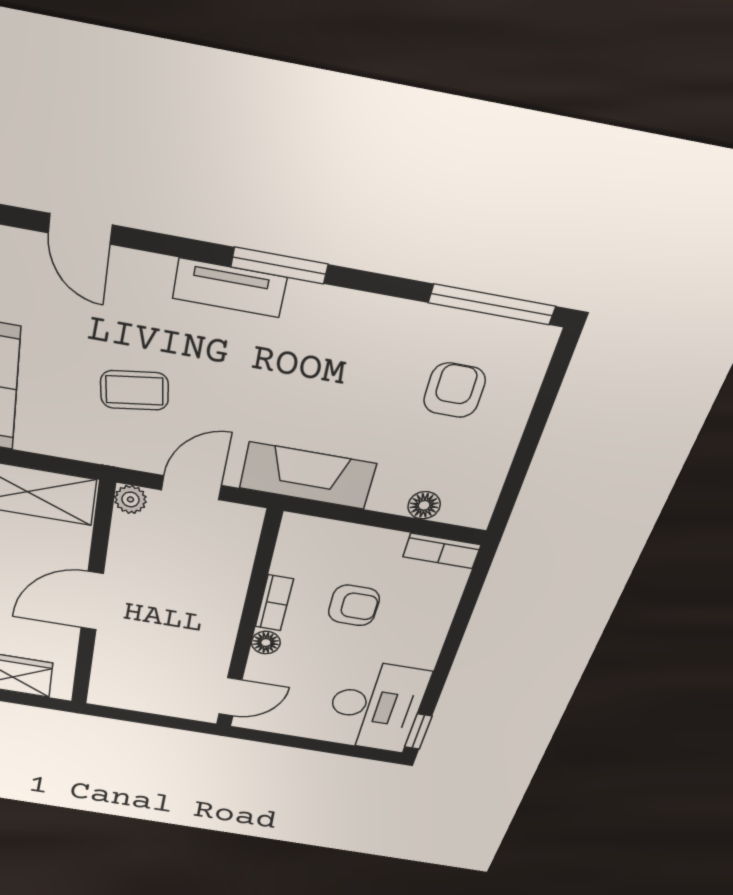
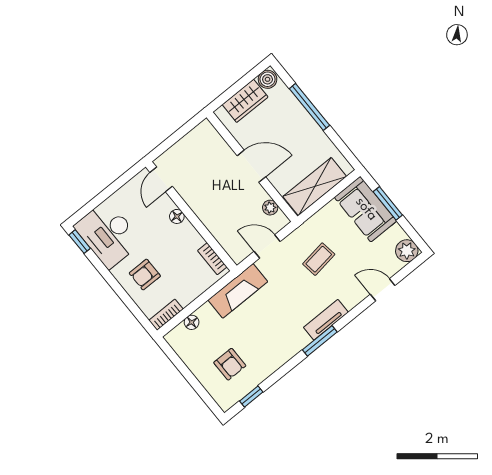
window: (492, 304) -> (251, 396), width x0.46
door: (191, 488) -> (267, 246), swing flipped
plant: (130, 499) -> (270, 208), moved
door: (92, 601) -> (251, 166), hinge flipped
bookcase: (274, 603) -> (212, 259), moved
armchair: (354, 605) -> (145, 275), moved

